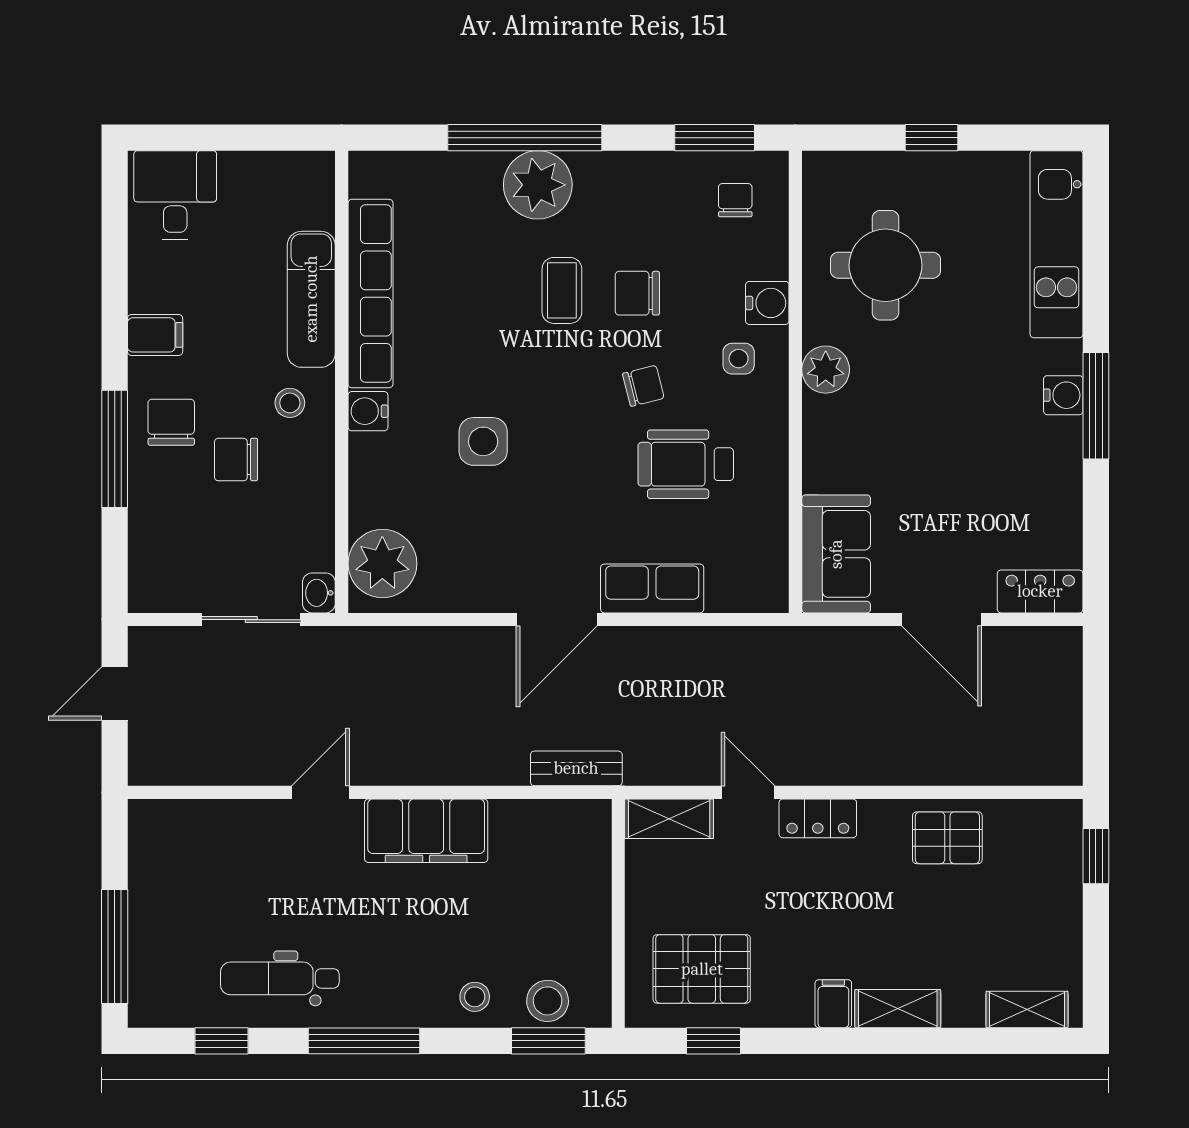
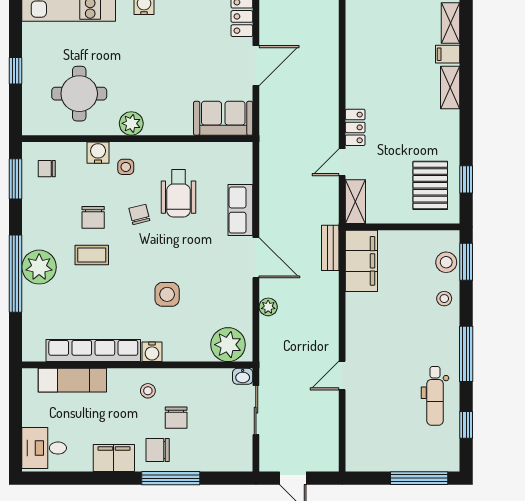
exam couch: (311, 299) -> (72, 380), moved
filing cabinet: (155, 335) -> (114, 458), width x2.00
plant: (458, 644) -> (268, 307), added
door: (321, 792) -> (342, 376), hinge flipped
filing cabinet: (426, 831) -> (361, 261), moved
pallet: (947, 838) -> (365, 63), removed
filing cabinet: (833, 1004) -> (448, 54), moved

